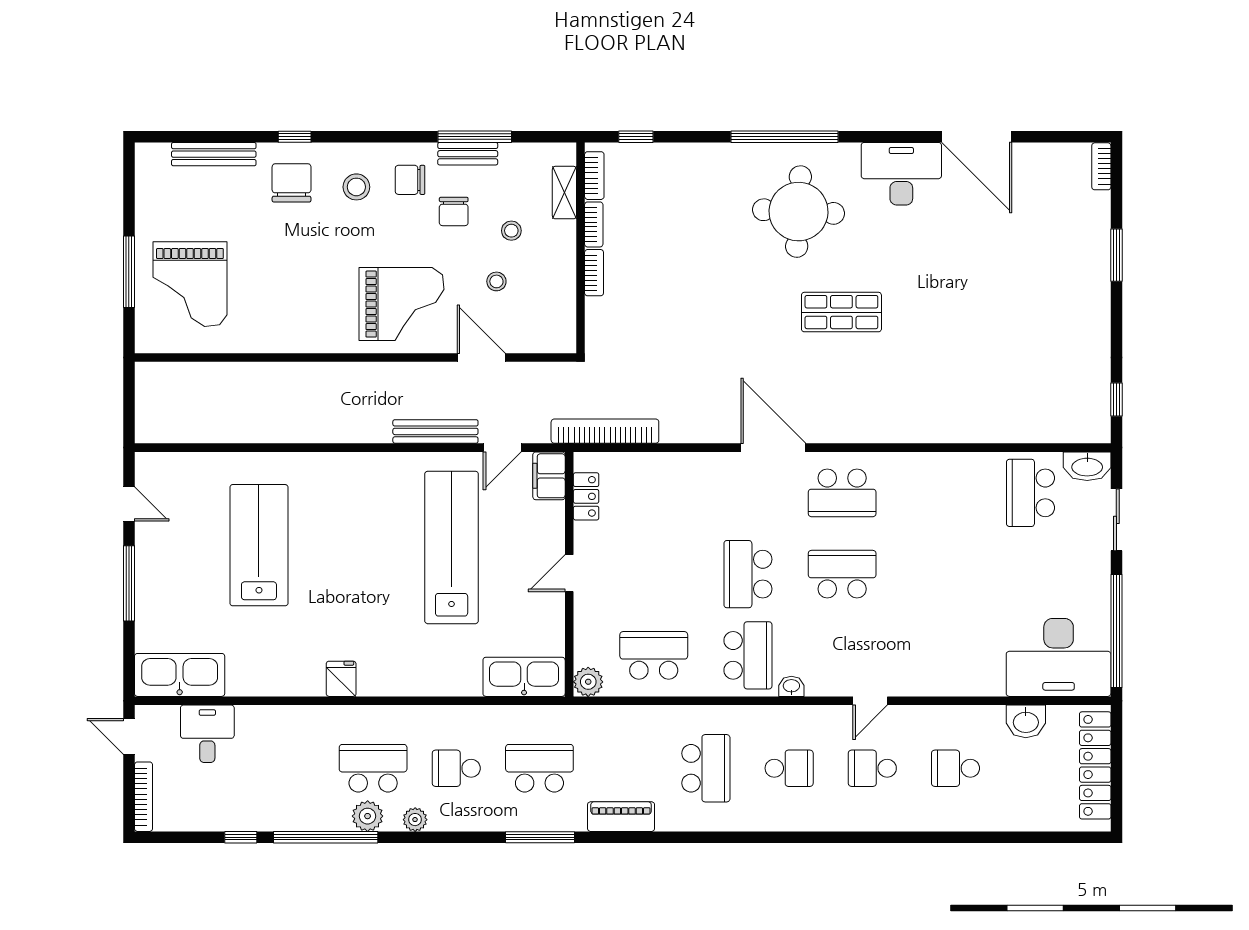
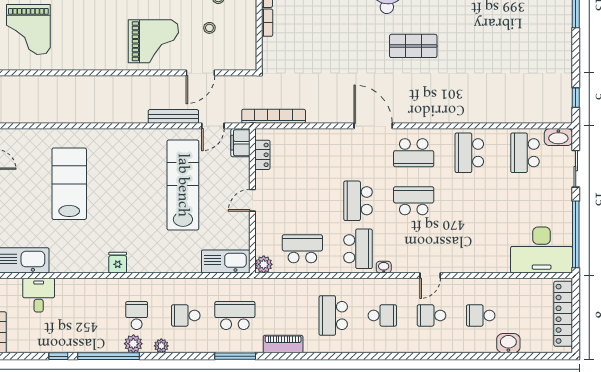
door: (481, 358) -> (200, 73), swing flipped
school desk: (936, 493) -> (469, 153), added
washbasin: (1026, 721) -> (508, 343), moved, turned 180
school desk: (373, 768) -> (137, 315), width x0.54
school desk: (706, 768) -> (333, 315), turned 180

